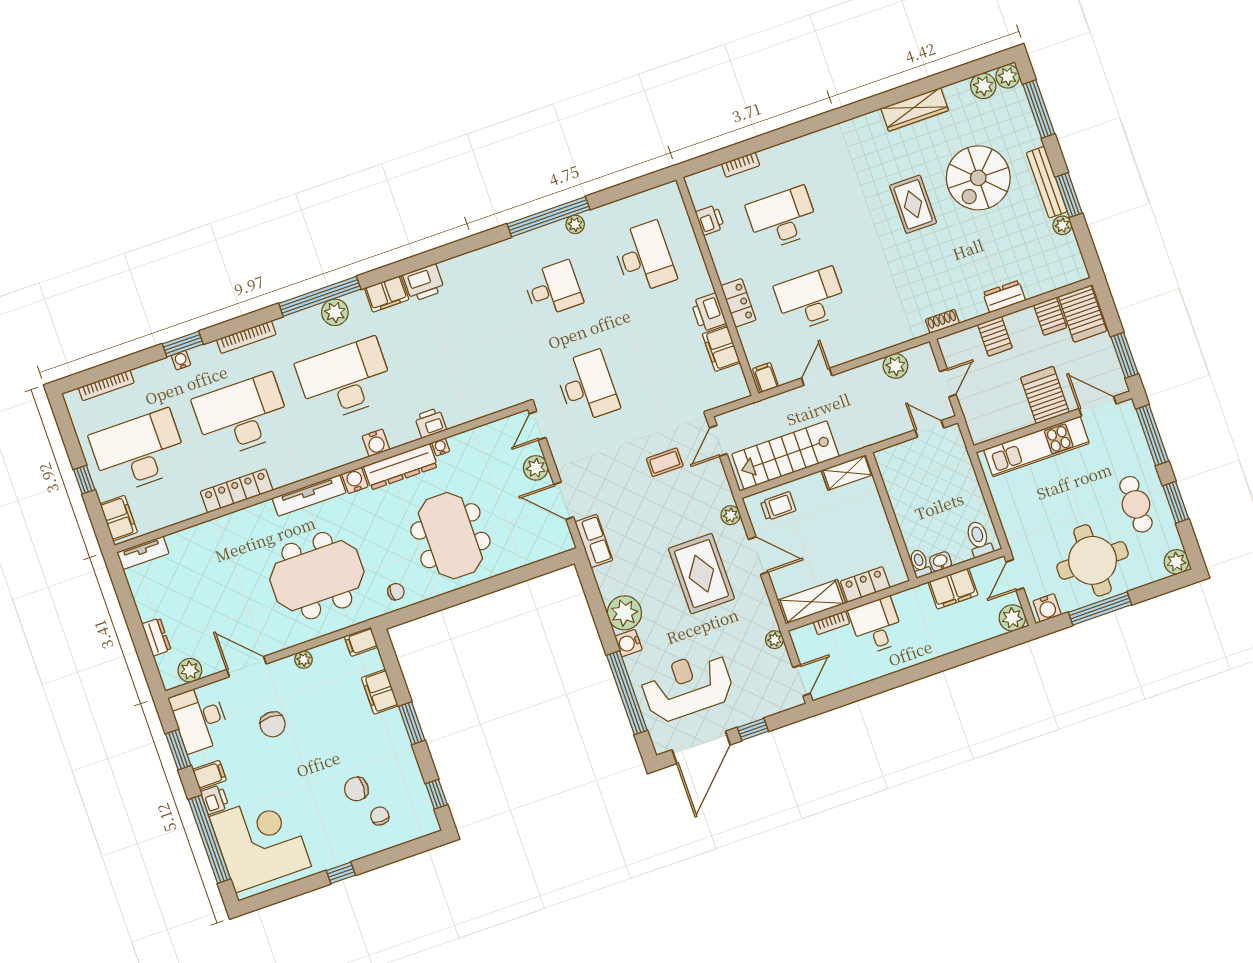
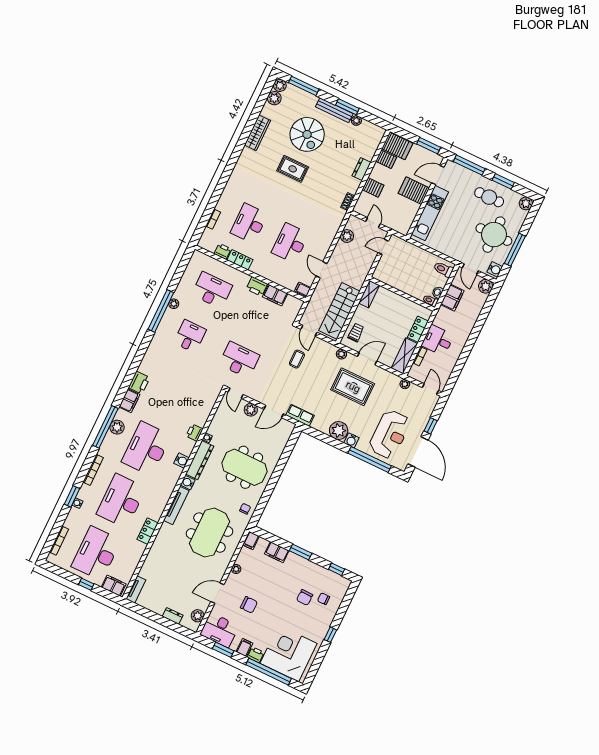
locker: (738, 303) -> (240, 260), moved
locker: (237, 491) -> (148, 531), width x0.66
reception desk: (687, 686) -> (390, 434), turned 180

